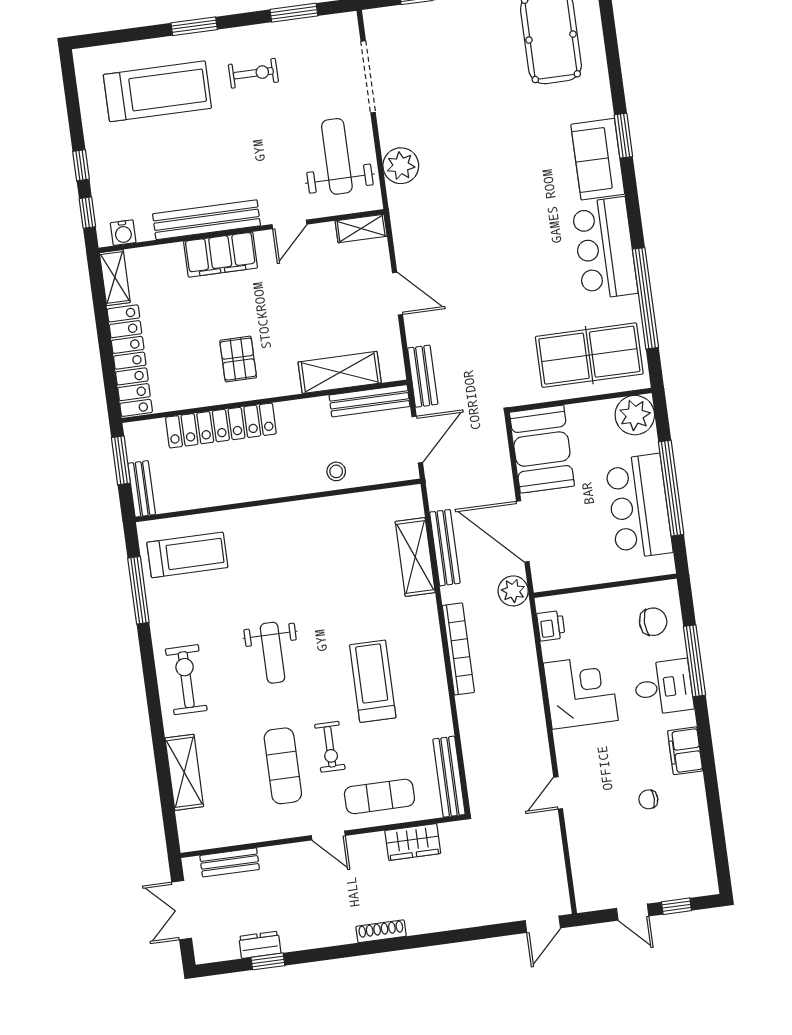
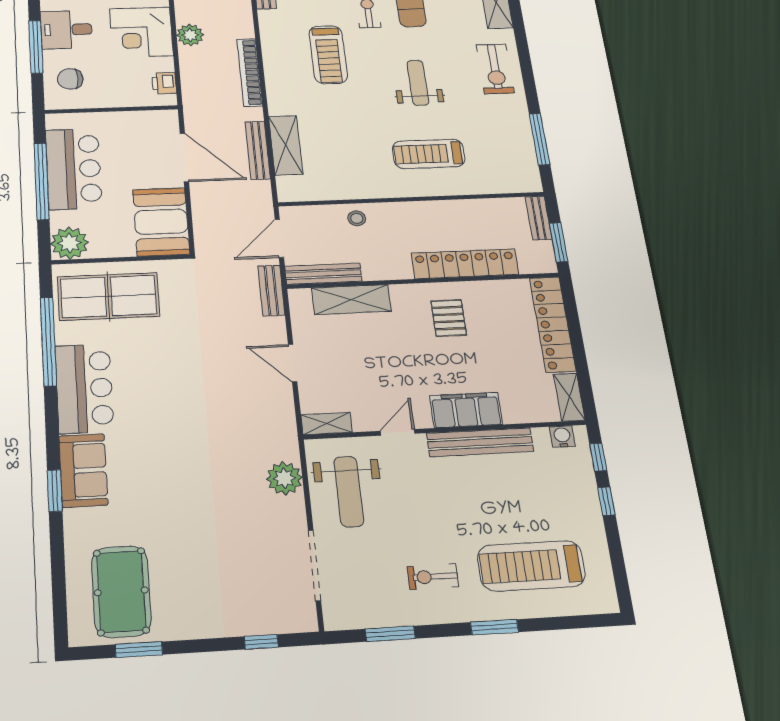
treadmill: (187, 555) -> (429, 154), moved
plant: (513, 591) -> (190, 35), moved

